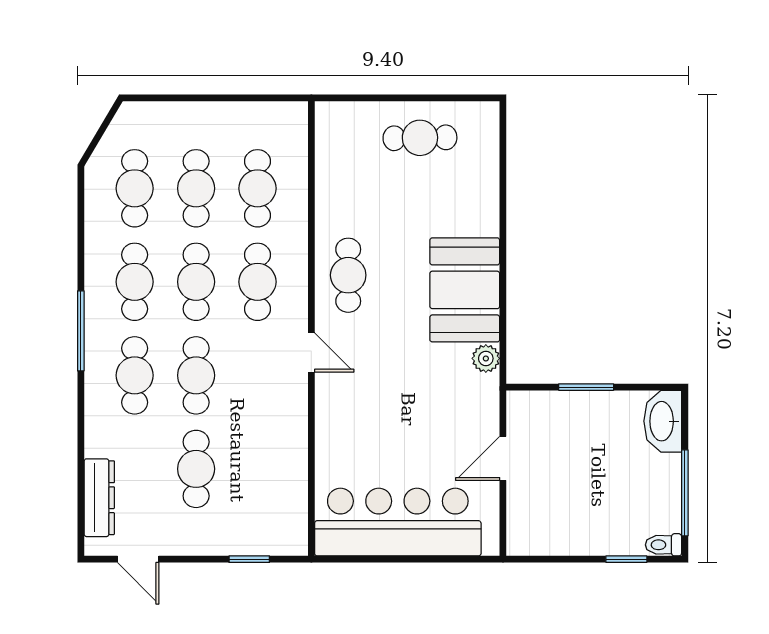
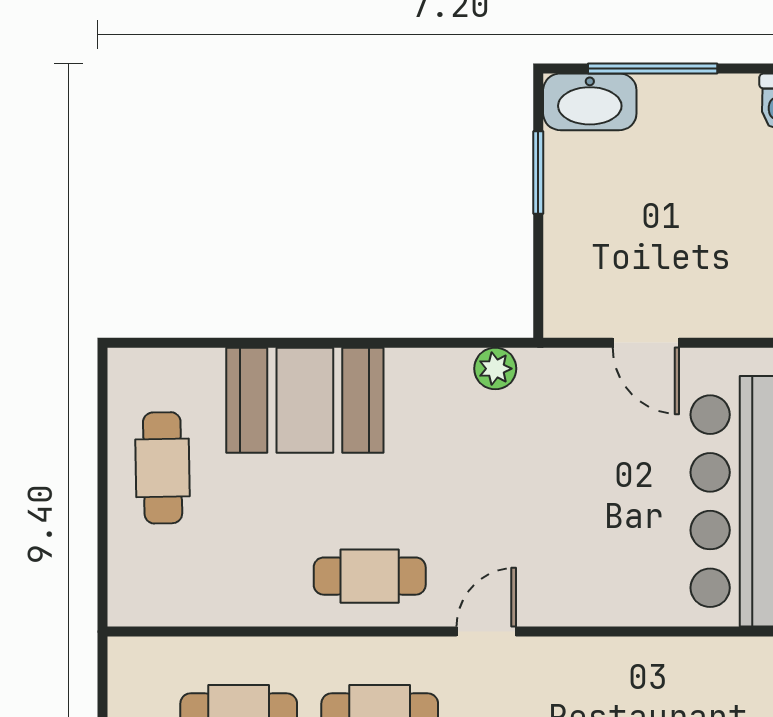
booth: (465, 290) -> (305, 400), moved
window: (586, 387) -> (538, 173), moved
window: (685, 493) -> (653, 68), moved

